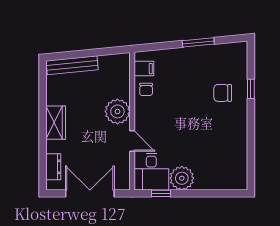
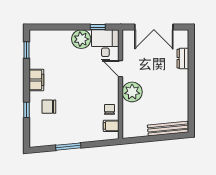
chair: (223, 93) -> (49, 107), turned 180
wardrobe: (56, 123) -> (181, 83), removed
filing cabinet: (238, 127) -> (36, 80), added
window: (251, 165) -> (27, 50), added
dresser: (53, 167) -> (183, 59), moved

